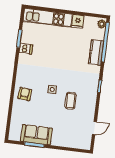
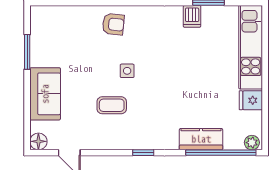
sofa: (36, 135) -> (45, 94), moved
floor lamp: (86, 145) -> (38, 141), added

